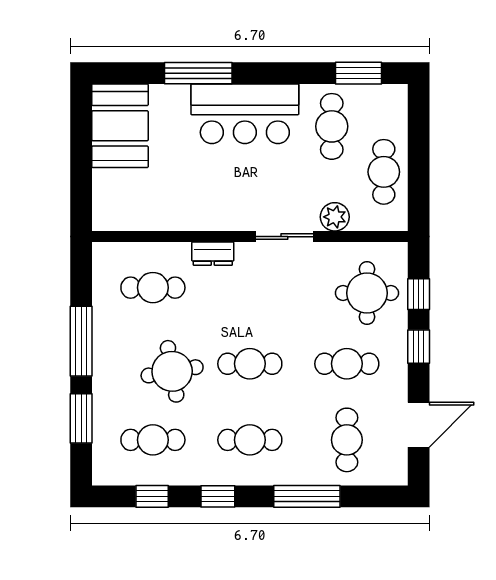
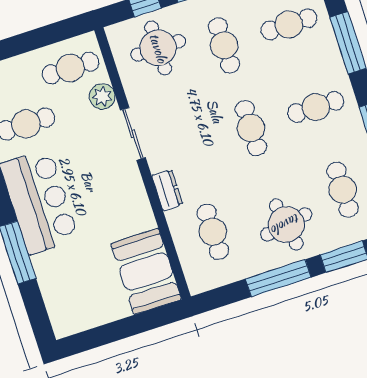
booth: (120, 126) -> (146, 271), moved, turned 90
cafe table: (384, 172) -> (70, 68), moved
round table: (172, 371) -> (286, 224), moved
cafe table: (250, 440) -> (316, 107), turned 90

